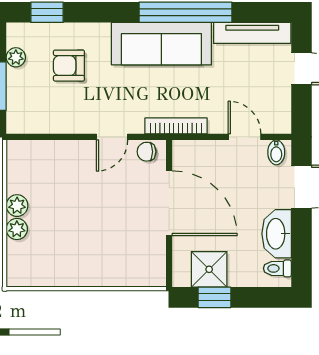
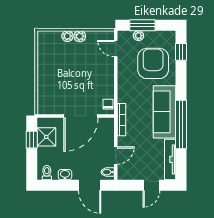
plant: (16, 57) -> (138, 36), moved
armchair: (69, 66) -> (153, 63), width x1.88, depth x1.88
door: (112, 137) -> (116, 49), moved
washbasin: (277, 234) -> (65, 175), width x0.52, depth x0.69

